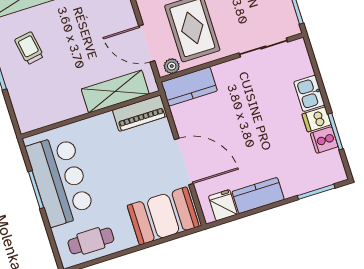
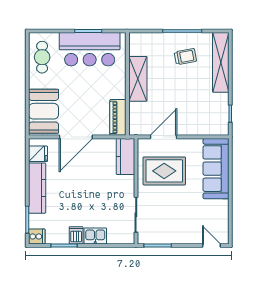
plant: (172, 66) -> (143, 149), removed
shelving: (115, 91) -> (138, 79), moved
cooker: (324, 140) -> (37, 236), moved, turned 90
kitchen counter: (258, 196) -> (37, 188), width x1.50

